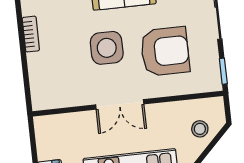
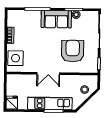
side table: (107, 48) -> (15, 58), moved
armchair: (165, 51) -> (73, 51), turned -90

